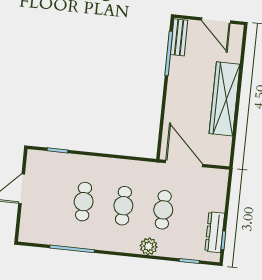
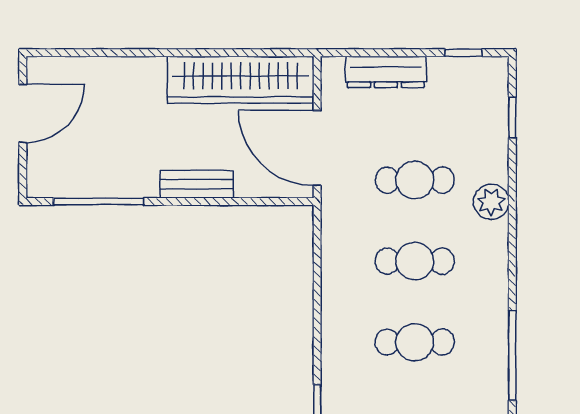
bench: (179, 37) -> (197, 184), moved
wardrobe: (225, 99) -> (241, 80), moved
door: (184, 163) -> (317, 148), hinge flipped
dresser: (215, 232) -> (386, 72), moved

